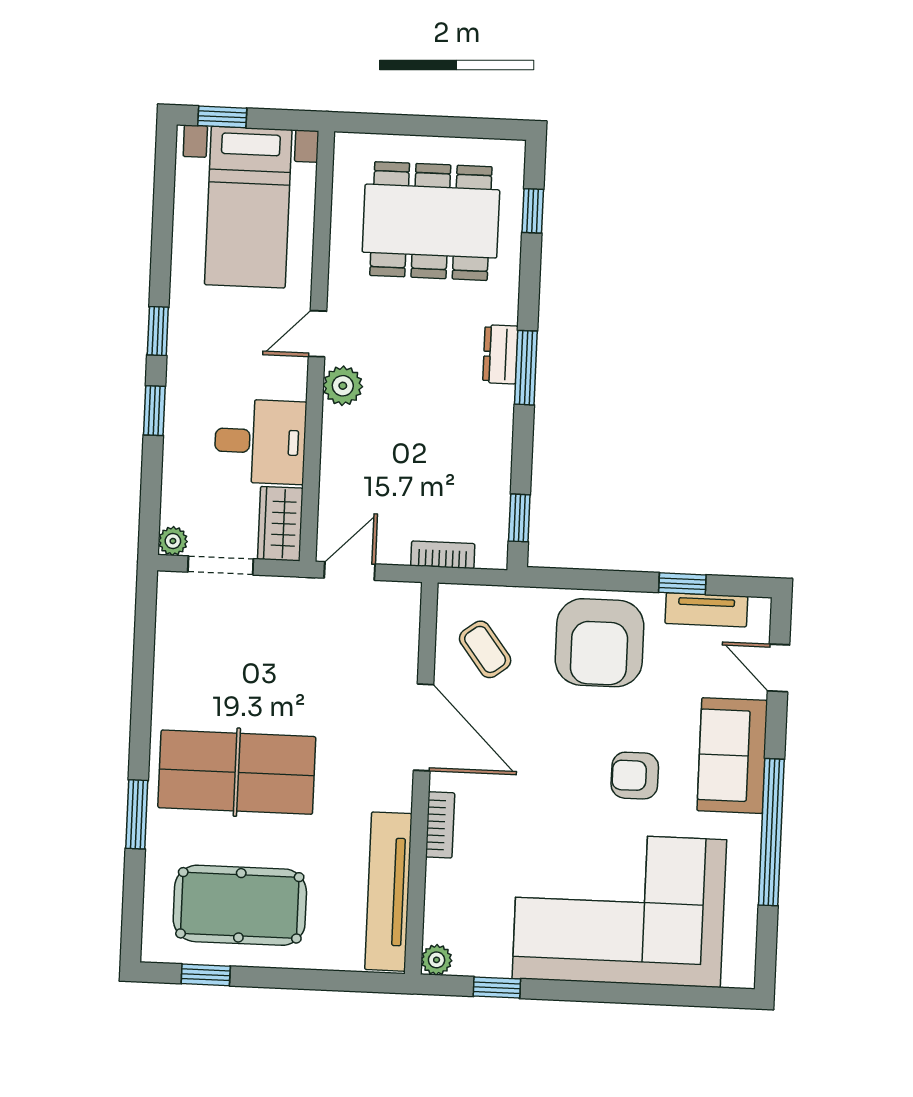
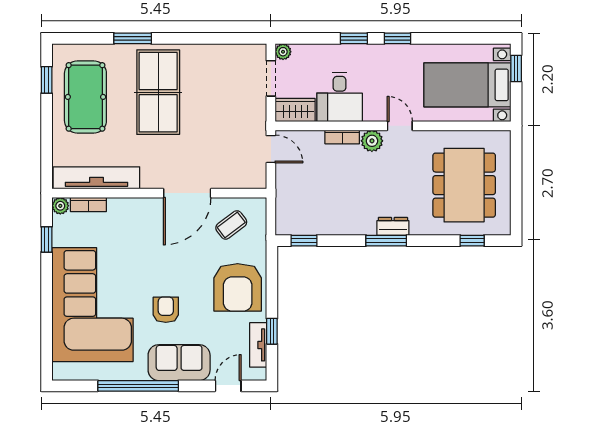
bookcase: (443, 555) -> (342, 137), moved, turned 90
armchair: (599, 643) -> (238, 287), turned -90
bookcase: (440, 825) -> (88, 205), moved

